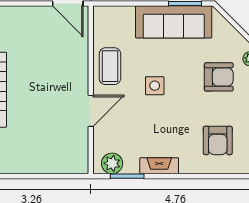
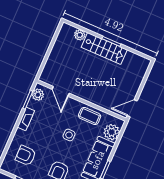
plant: (120, 20) -> (112, 132), added
door: (91, 111) -> (61, 91), moved

